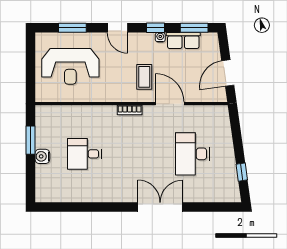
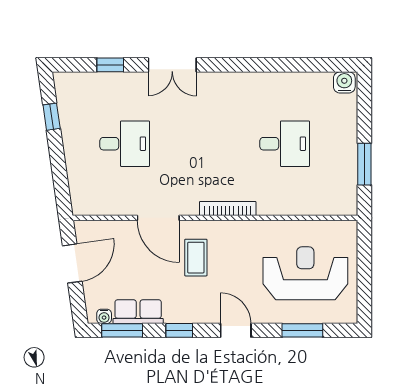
water cooler: (160, 37) -> (104, 316), moved
bookcase: (130, 110) -> (228, 208), width x1.56
desk: (192, 154) -> (125, 144), width x0.73
water cooler: (42, 156) -> (344, 82), moved, turned -90
double door: (160, 207) -> (172, 65), width x0.73
window: (202, 207) -> (110, 65), added

